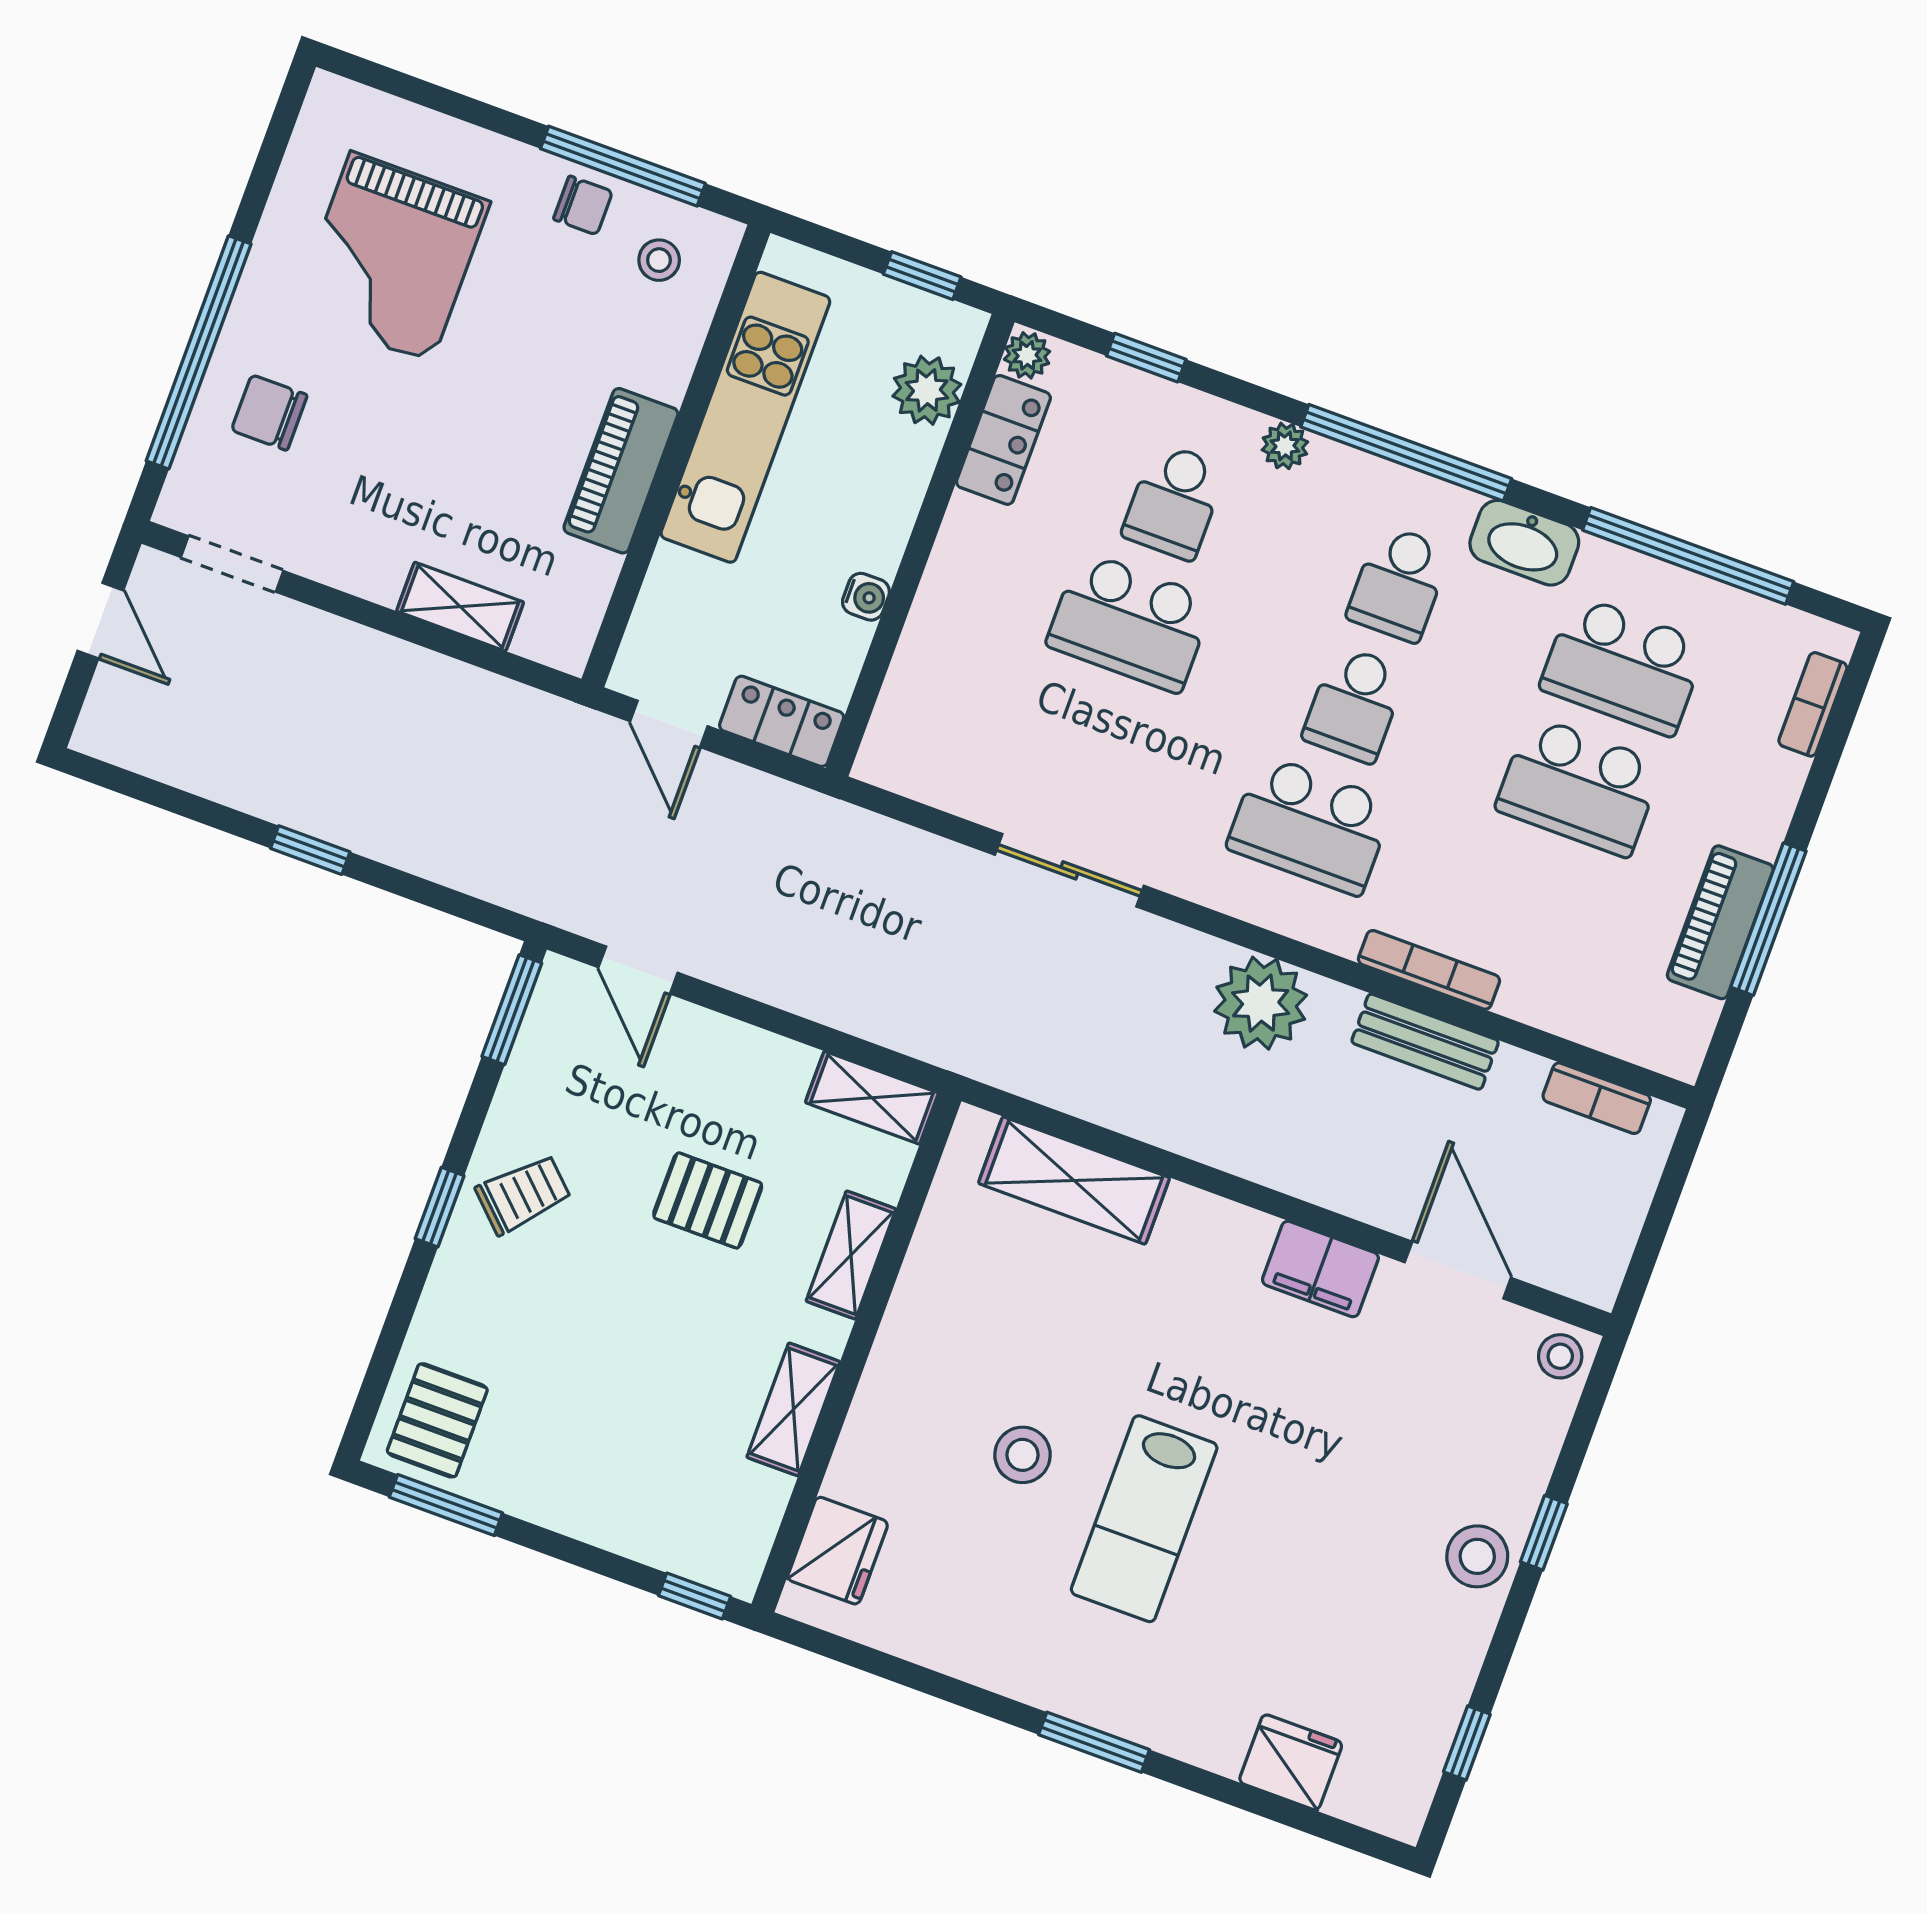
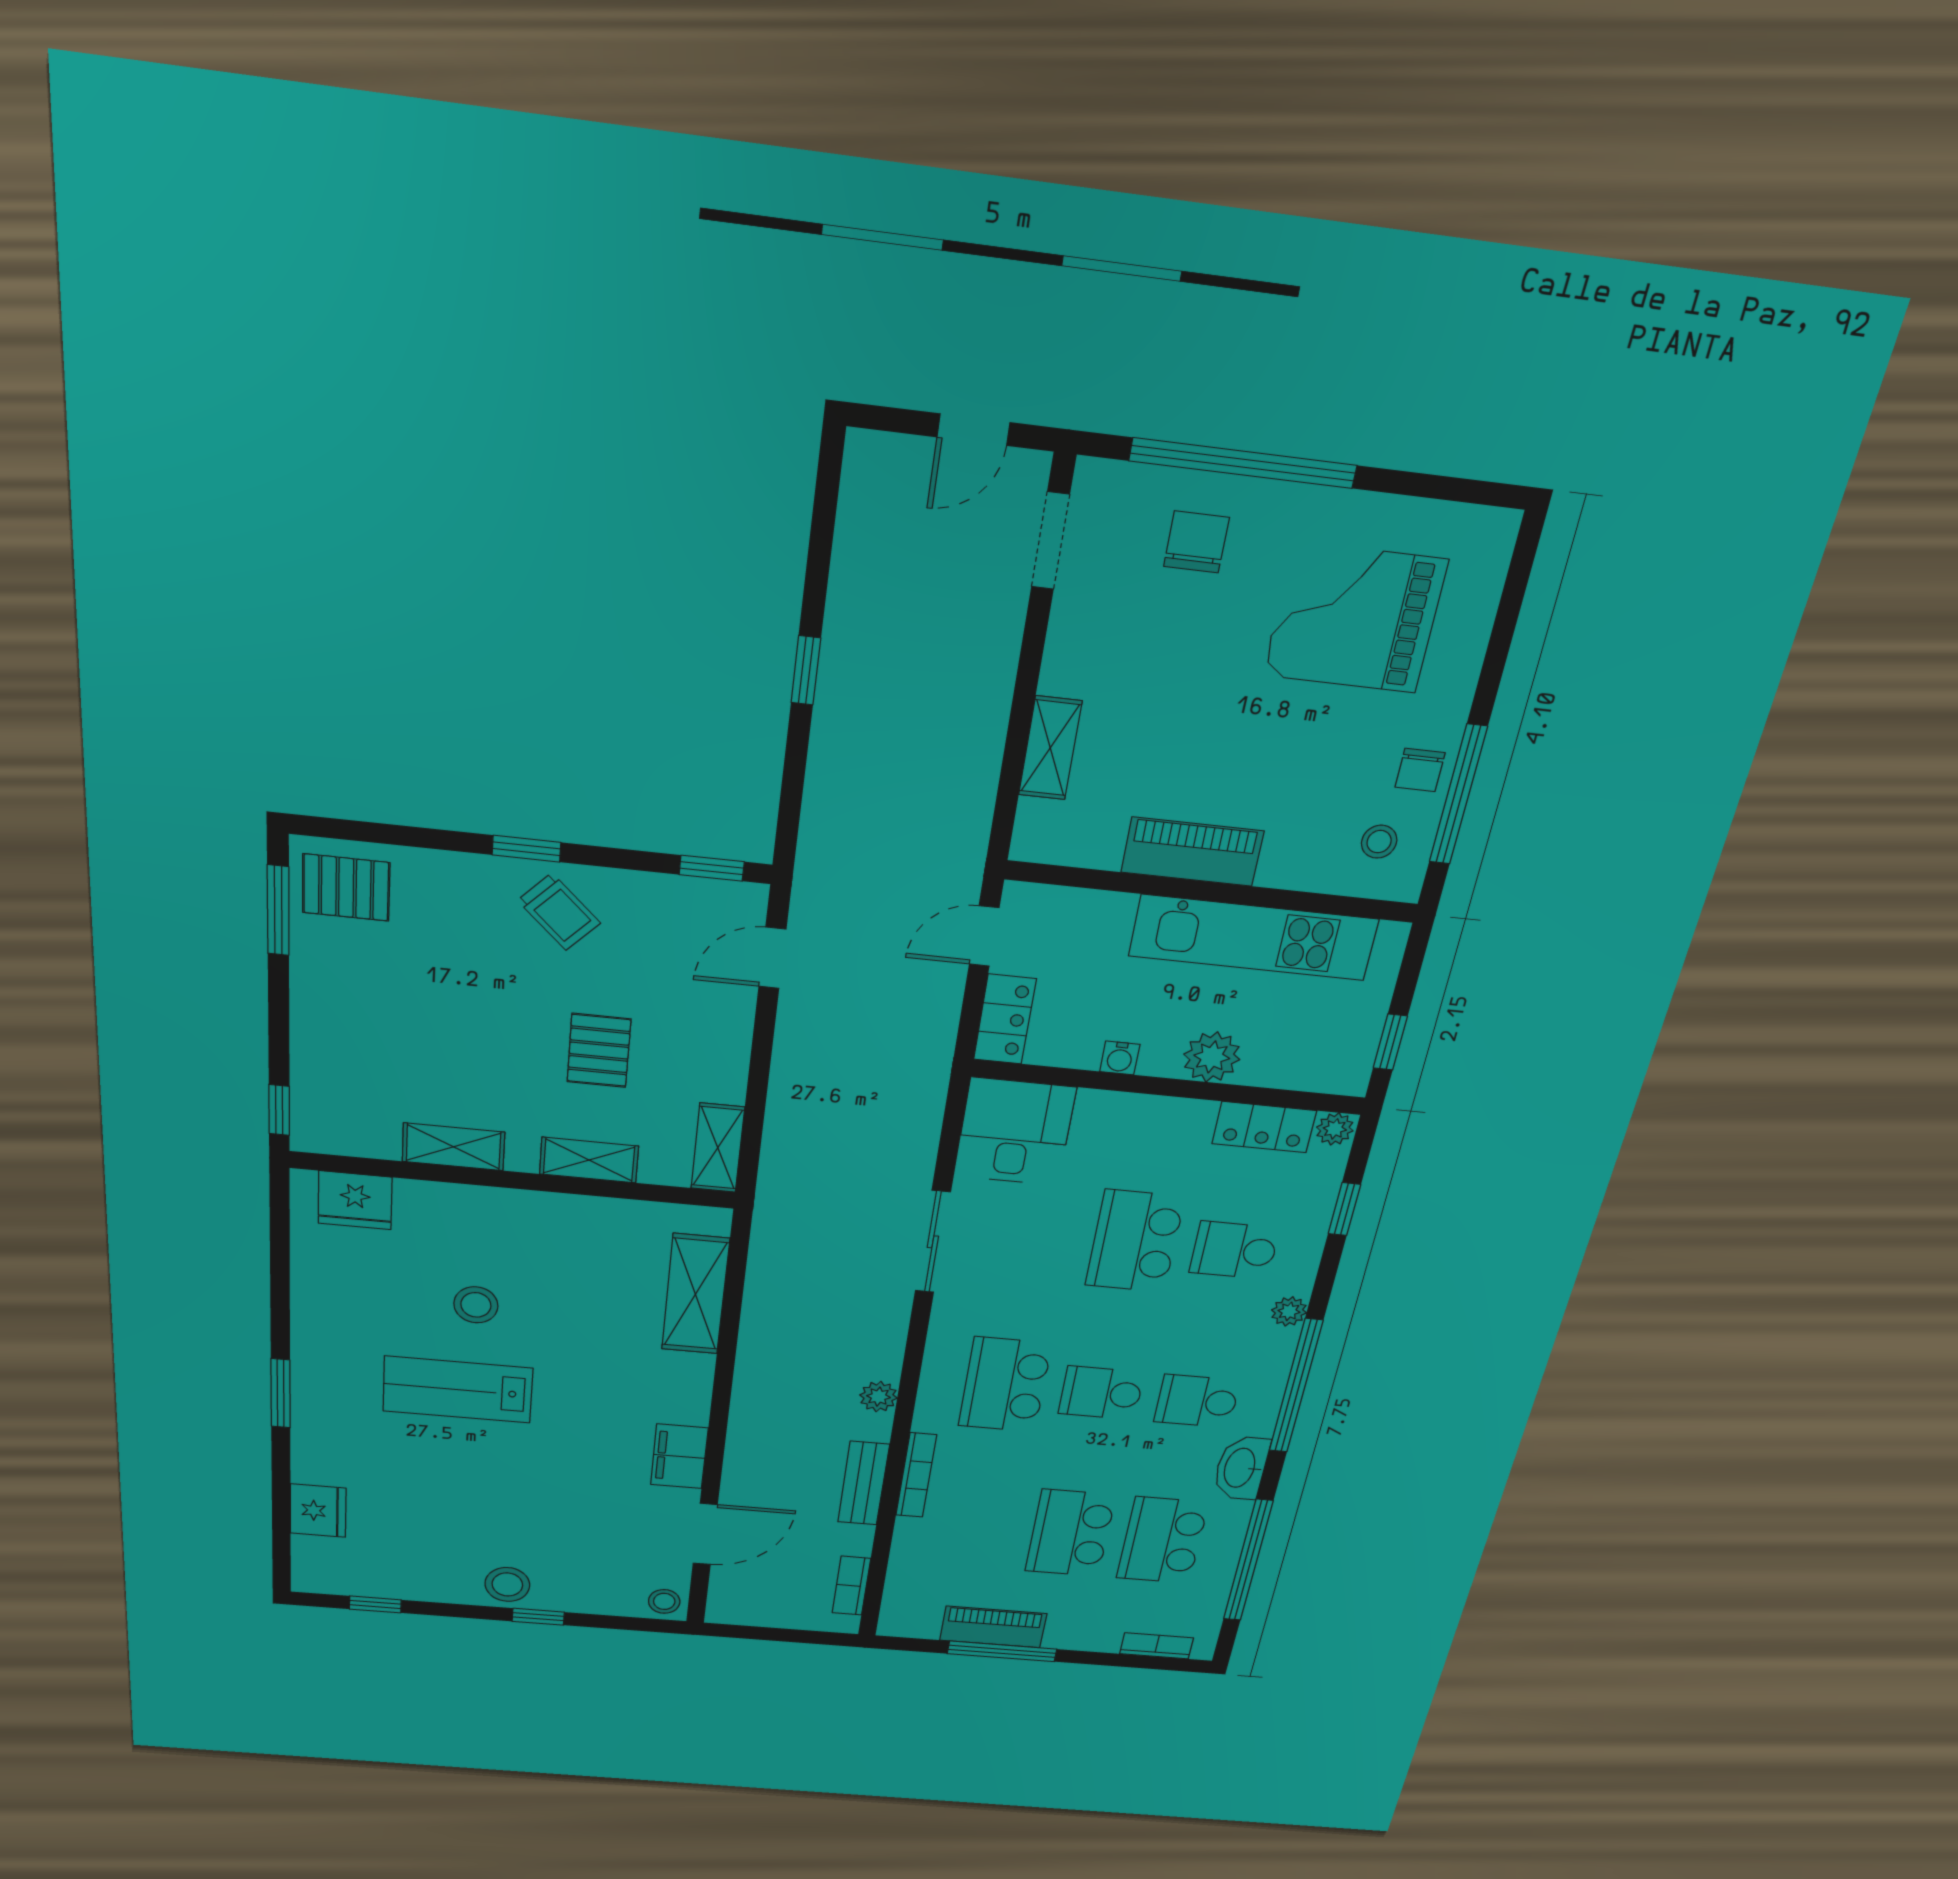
plant: (927, 390) -> (1212, 1057), moved
desk: (937, 739) -> (1015, 1132), added
plant: (1261, 1003) -> (878, 1397), width x0.53, depth x0.53
window: (512, 1010) -> (712, 868), width x0.67

